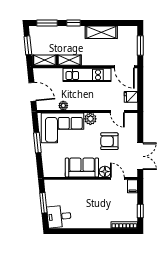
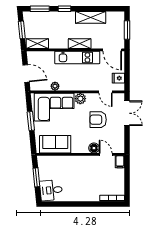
shelving: (69, 60) -> (80, 44), moved
double door: (140, 156) -> (127, 113), moved
sofa: (82, 168) -> (55, 144), moved
window: (140, 211) -> (127, 185), removed

